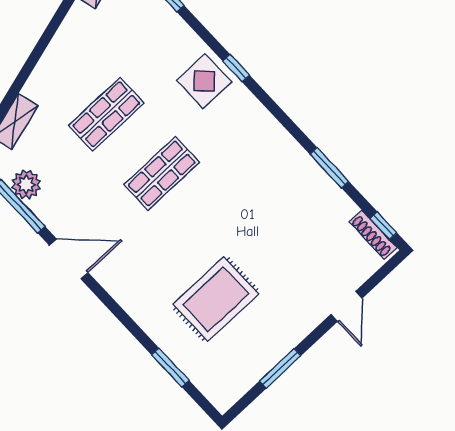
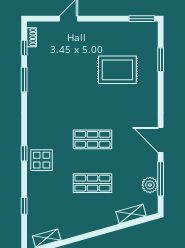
window: (383, 226) -> (24, 48), moved
shoe rack: (373, 235) -> (32, 37), width x0.70
window: (280, 368) -> (142, 19), moved

